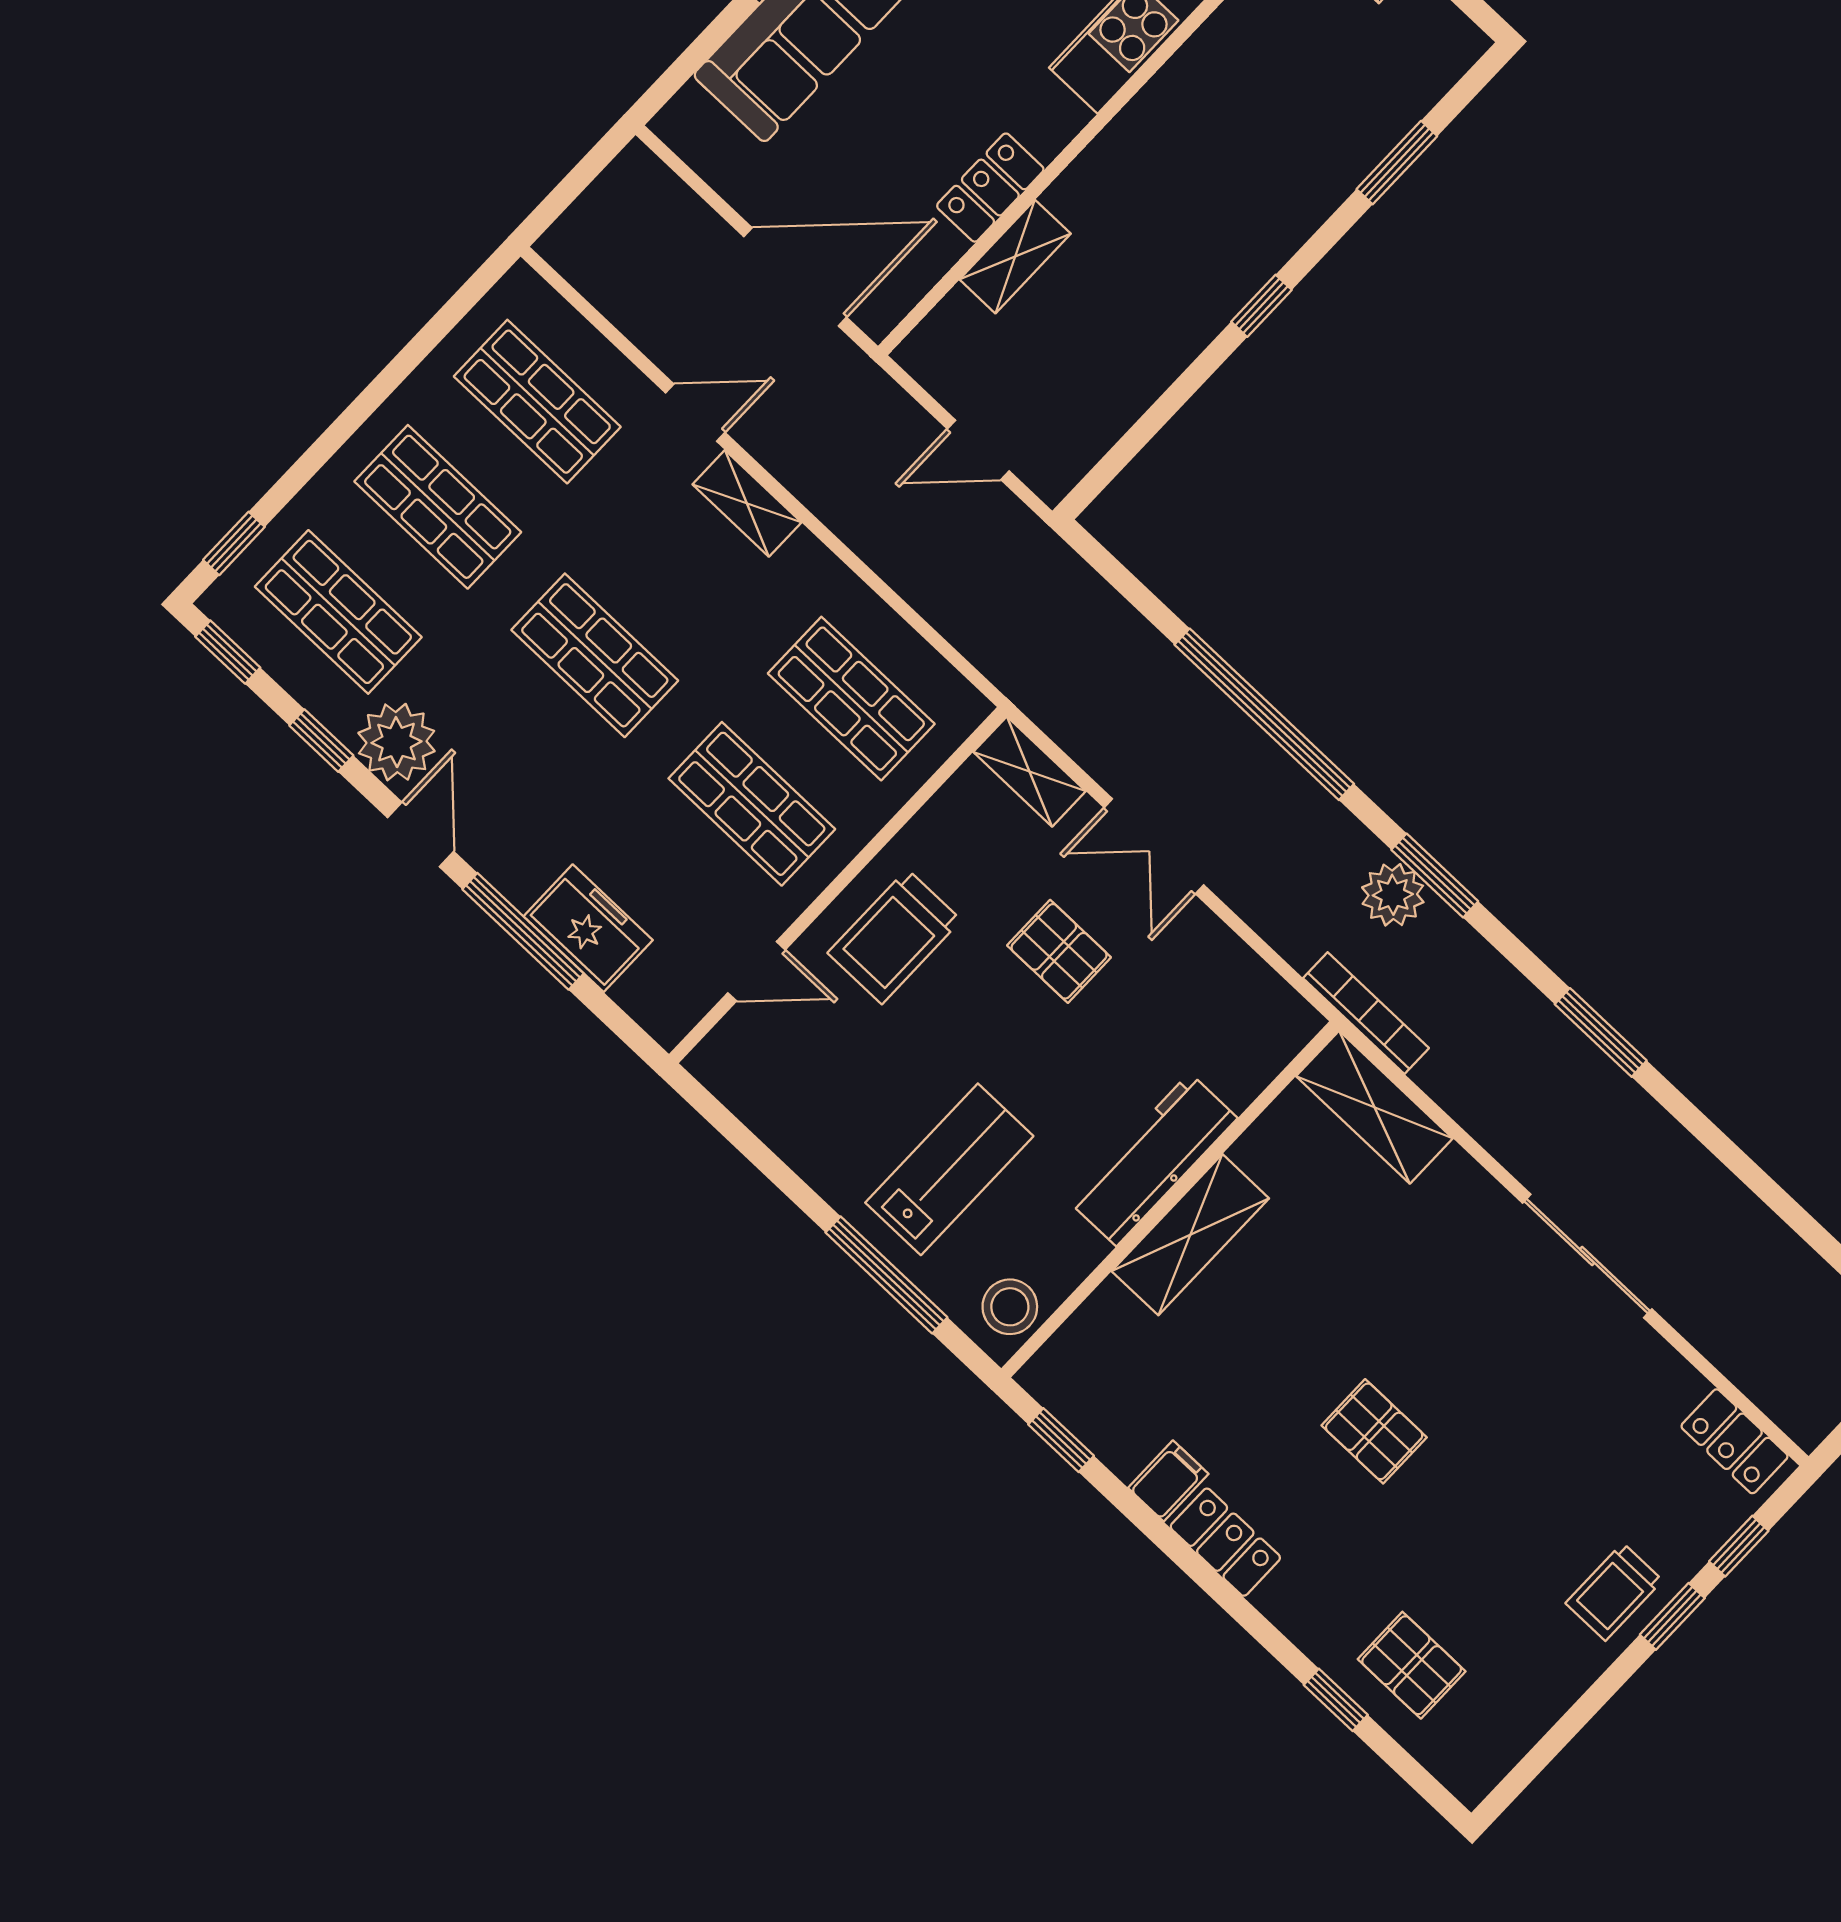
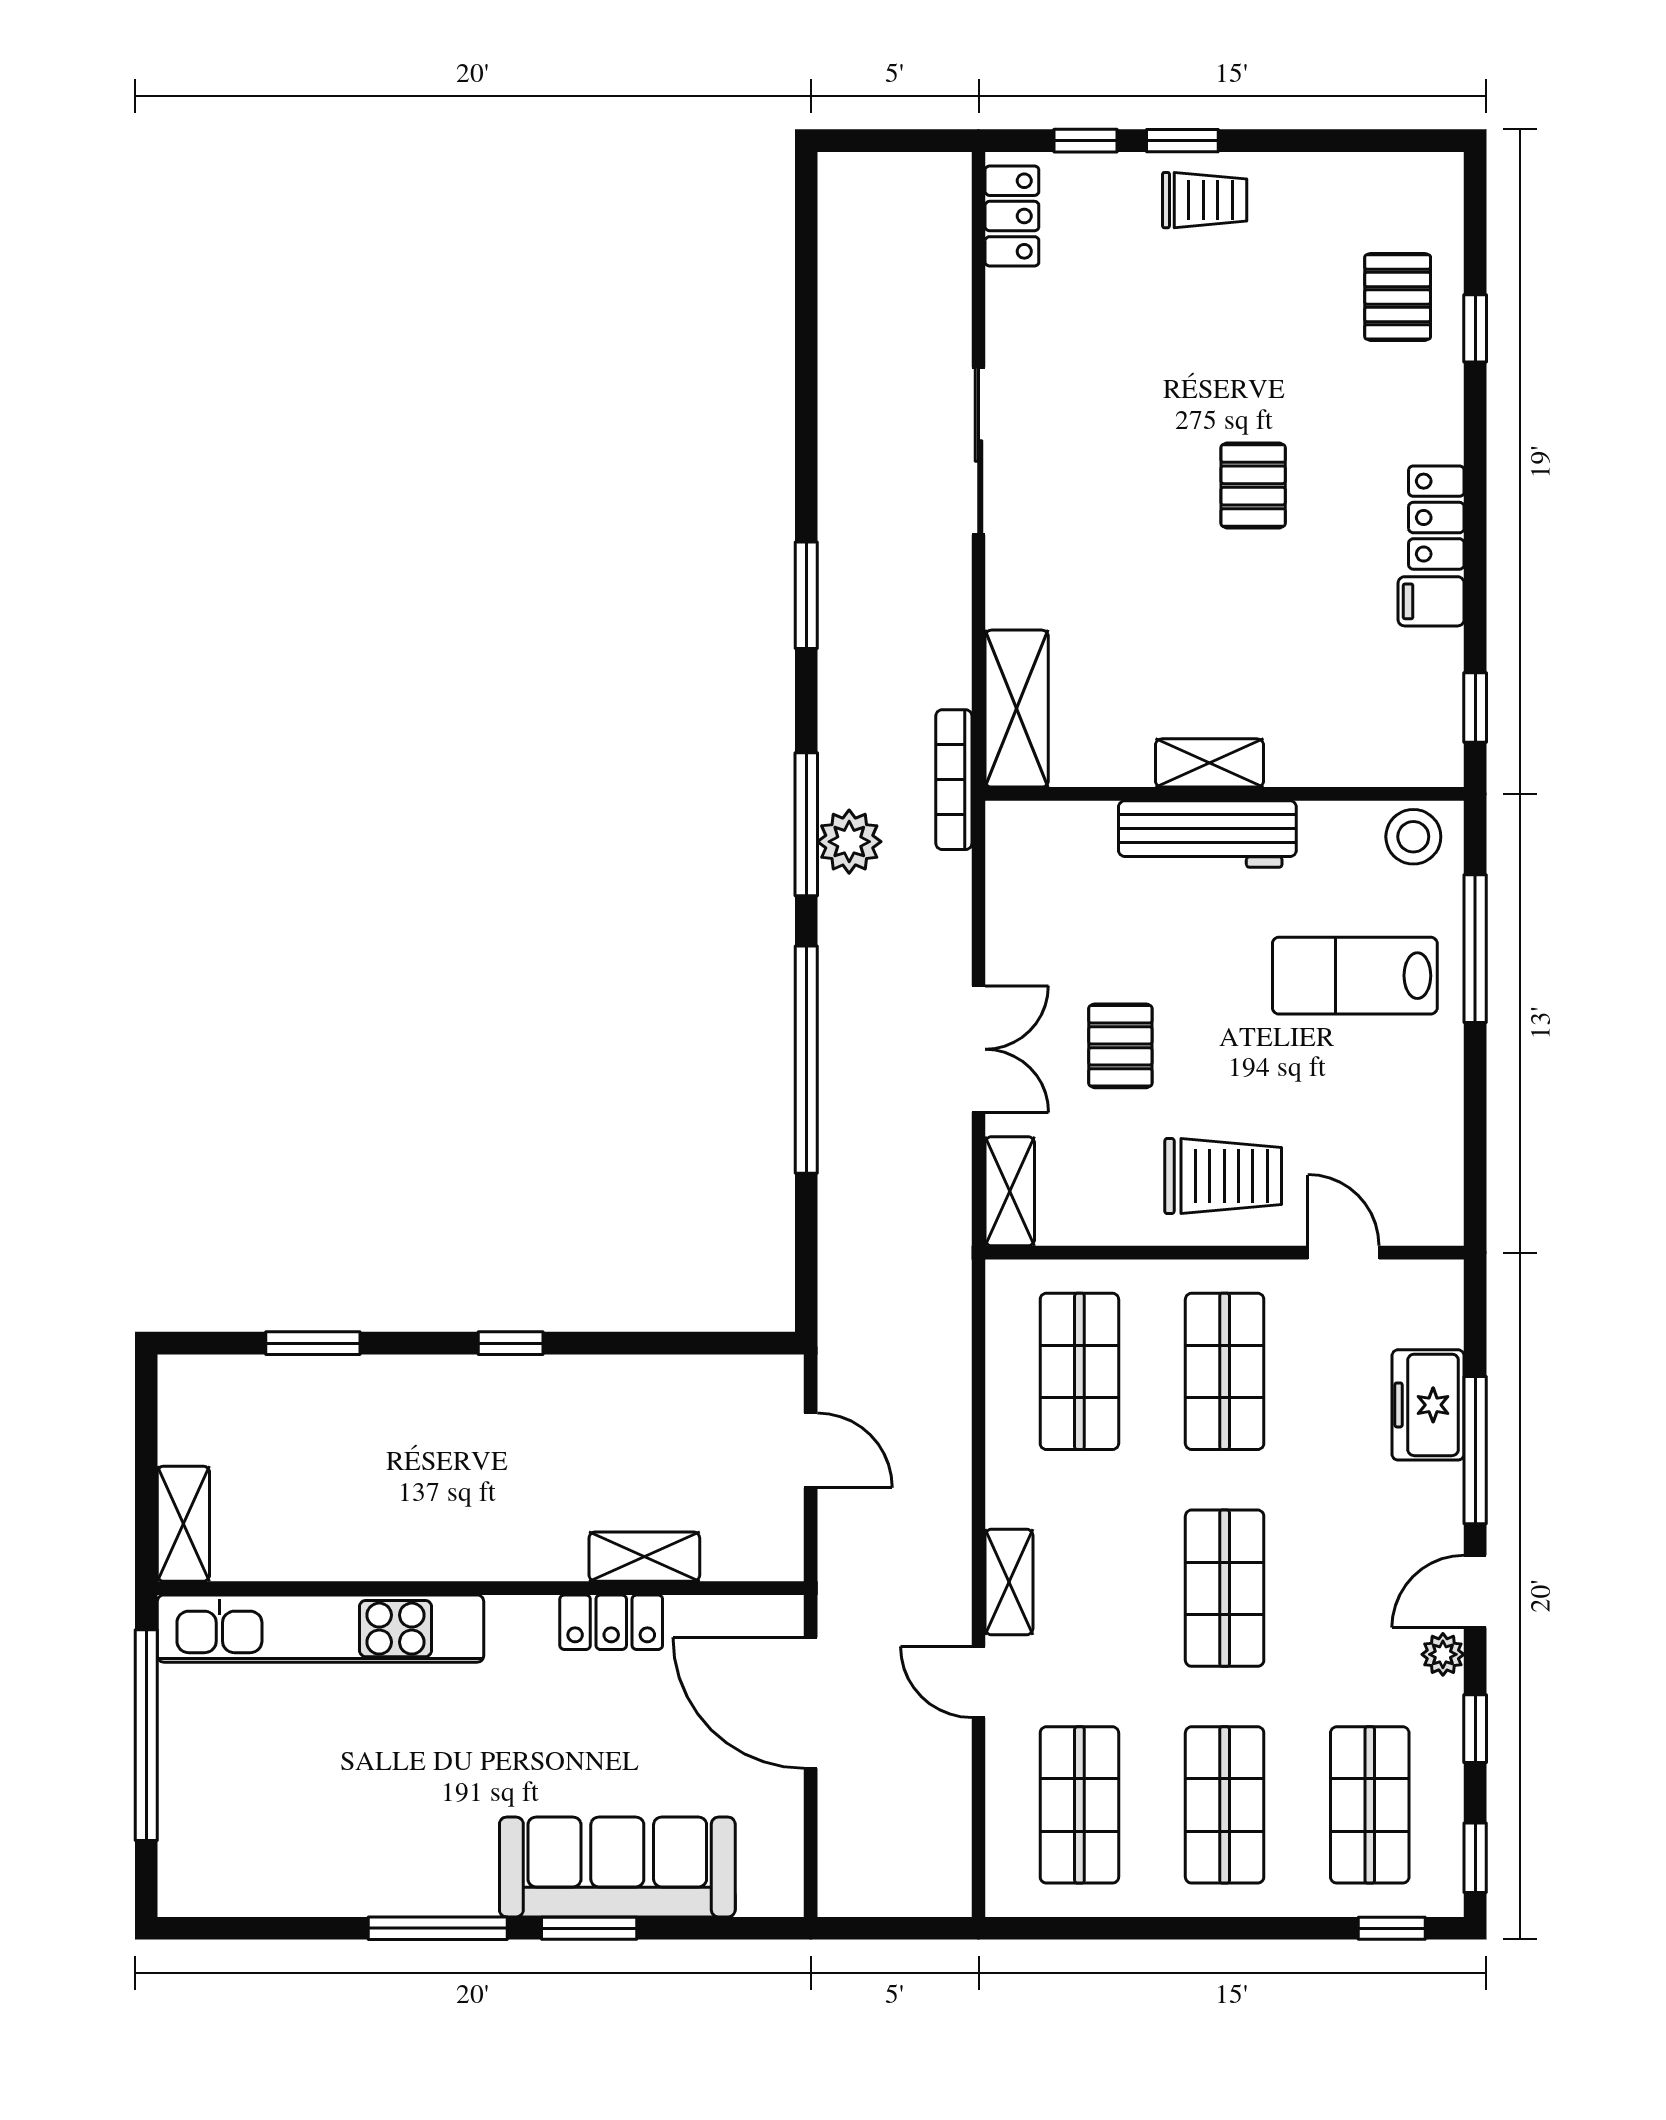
plant: (397, 742) -> (1443, 1654), width x0.53, depth x0.53
window: (1435, 876) -> (806, 824), width x1.44
shelving: (1190, 1235) -> (1210, 763), width x0.67, depth x0.75

